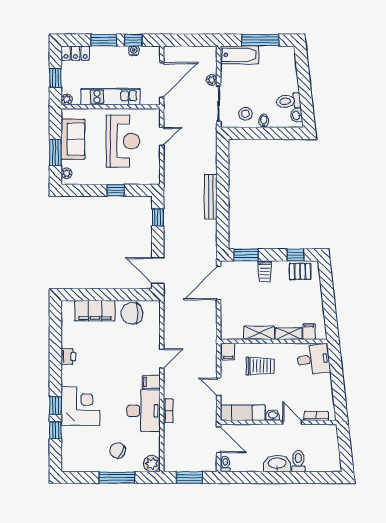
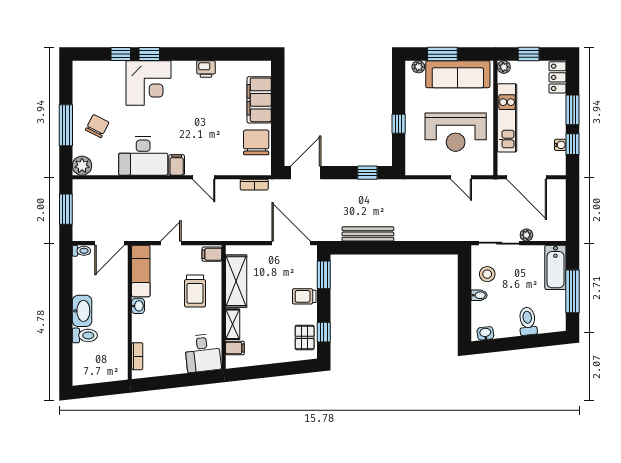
toilet: (288, 101) -> (528, 321), moved
sofa: (73, 139) -> (458, 74), width x1.36
bench: (211, 197) -> (368, 234), moved
shelving: (259, 333) -> (236, 281), width x1.50, depth x1.33
bookcase: (168, 411) -> (254, 185), moved
door: (292, 422) -> (130, 328), removed

